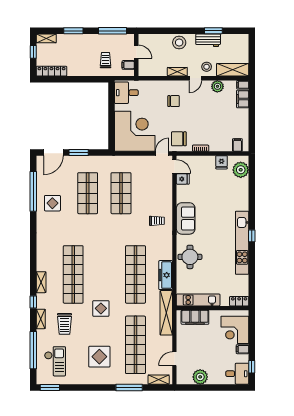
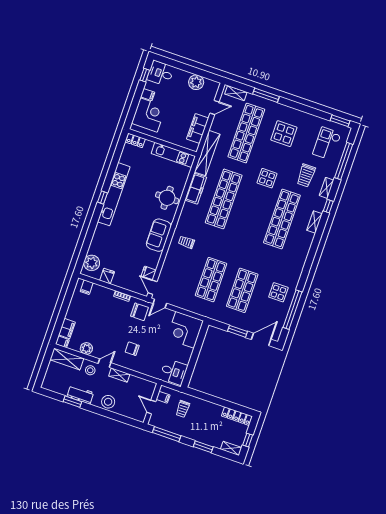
corner desk: (135, 131) -> (185, 330), width x0.74, depth x0.74
filing cabinet: (195, 317) -> (198, 128), moved, turned -90
trolley: (65, 324) -> (306, 175), turned 180

